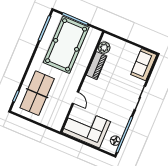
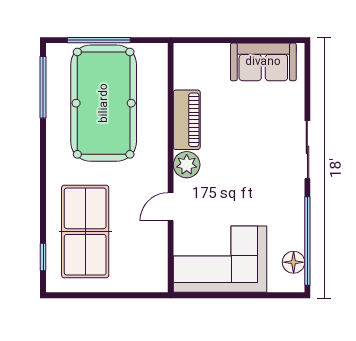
plant: (104, 48) -> (187, 165), moved
sofa: (144, 65) -> (263, 62), moved, turned -90
door: (75, 98) -> (171, 207), swing flipped

